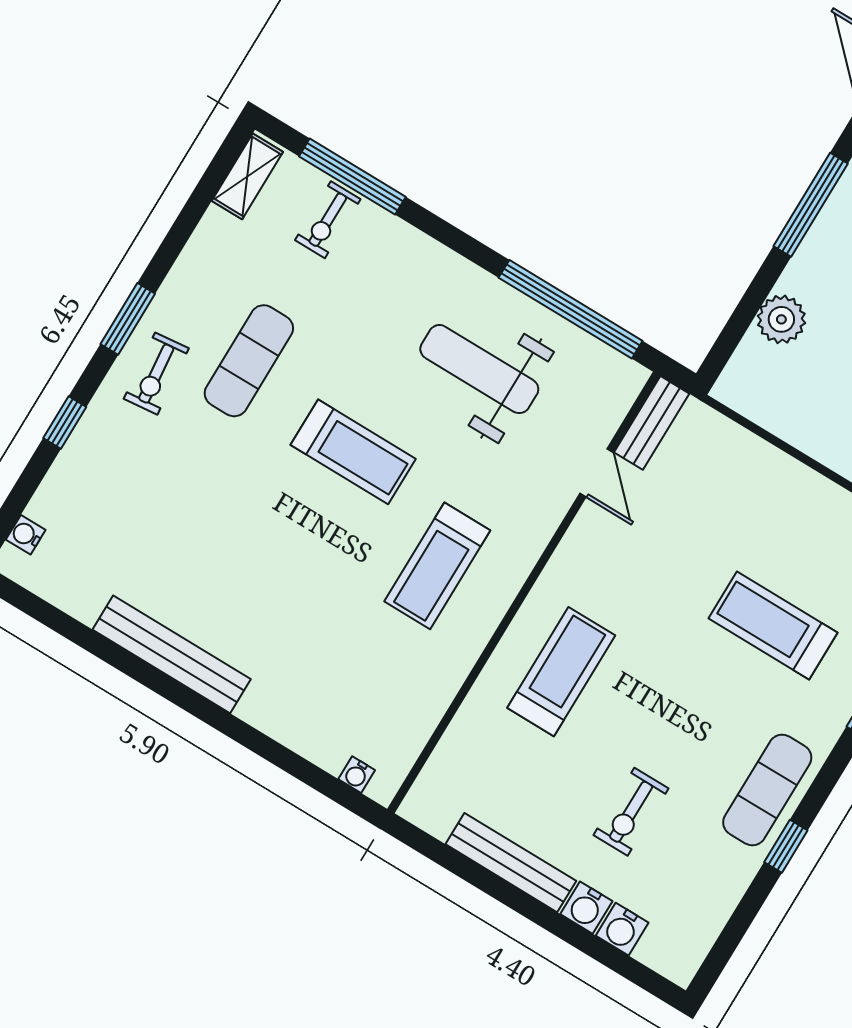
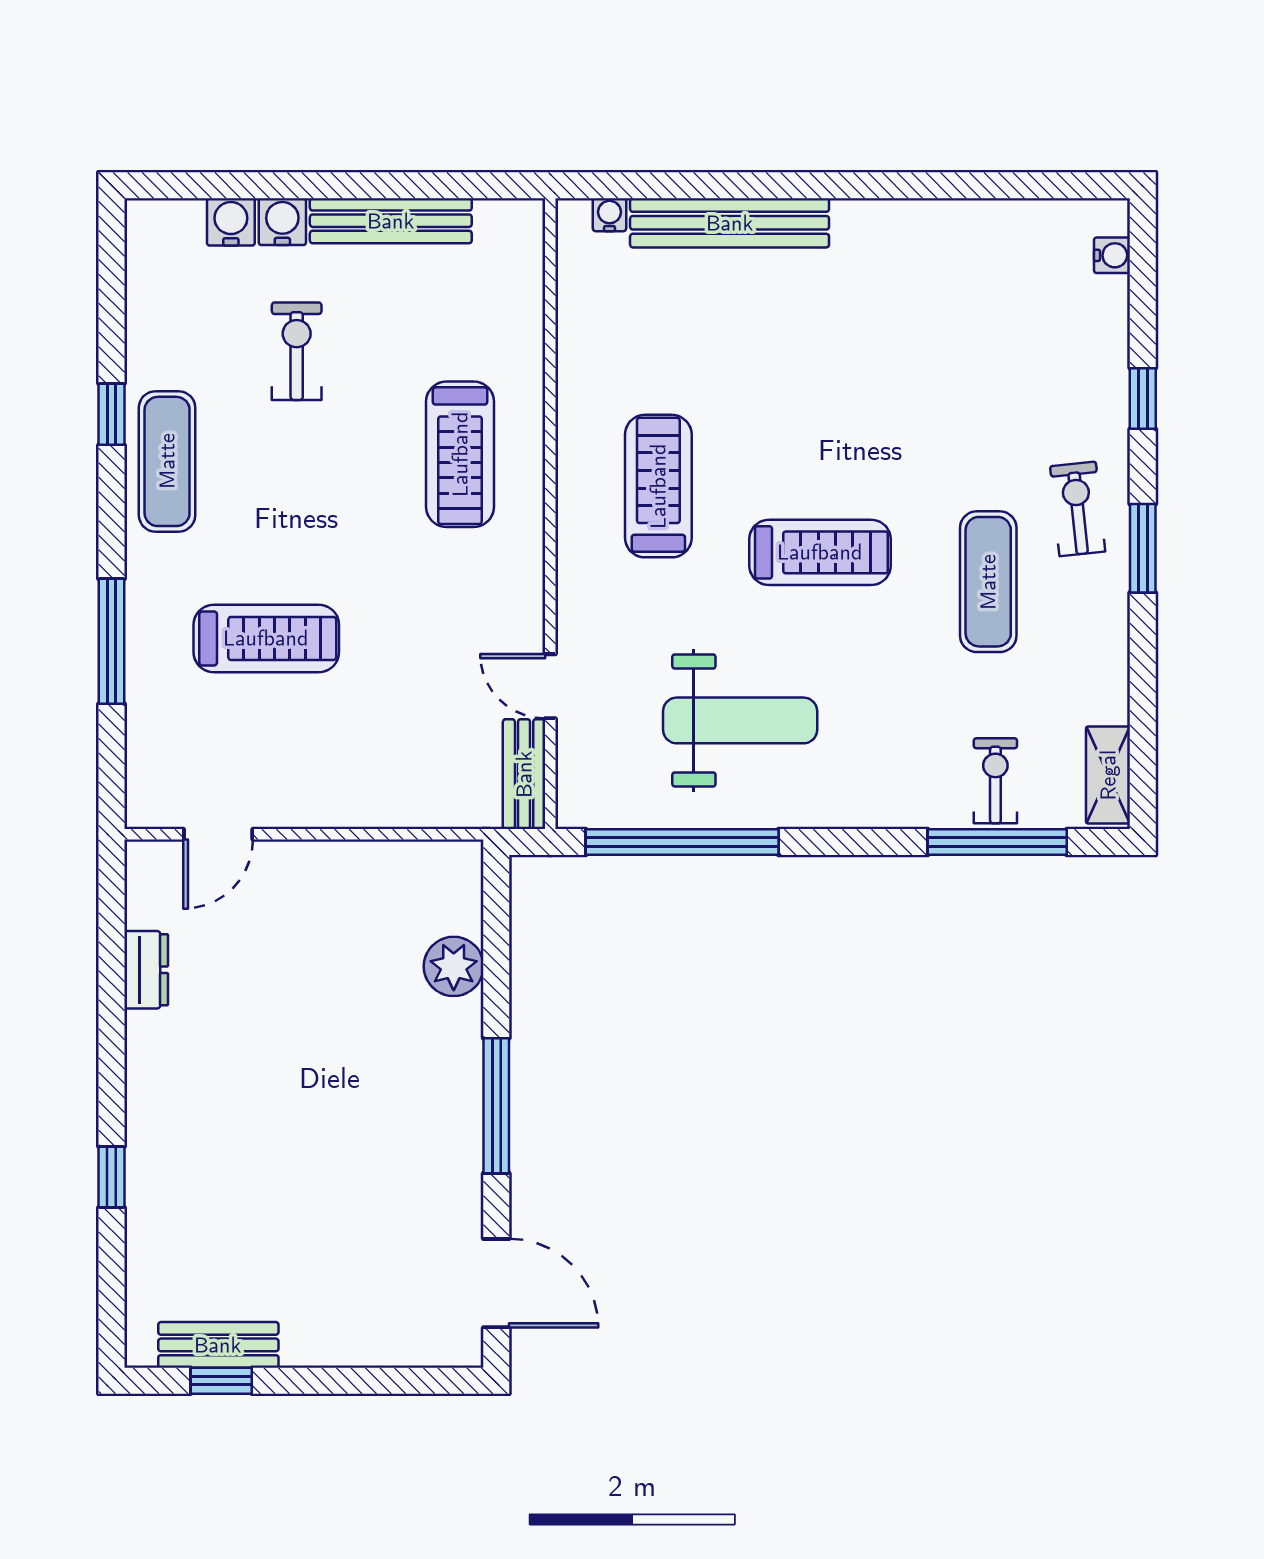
treadmill: (353, 452) -> (820, 552), turned 180
bench: (172, 654) -> (730, 223), moved

